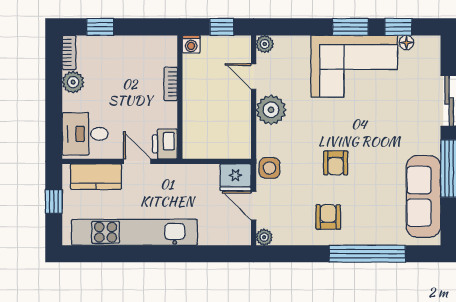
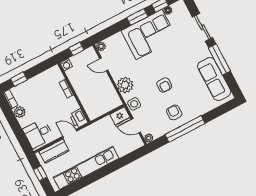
plant: (271, 110) -> (125, 85), moved
window: (367, 254) -> (185, 129), moved

